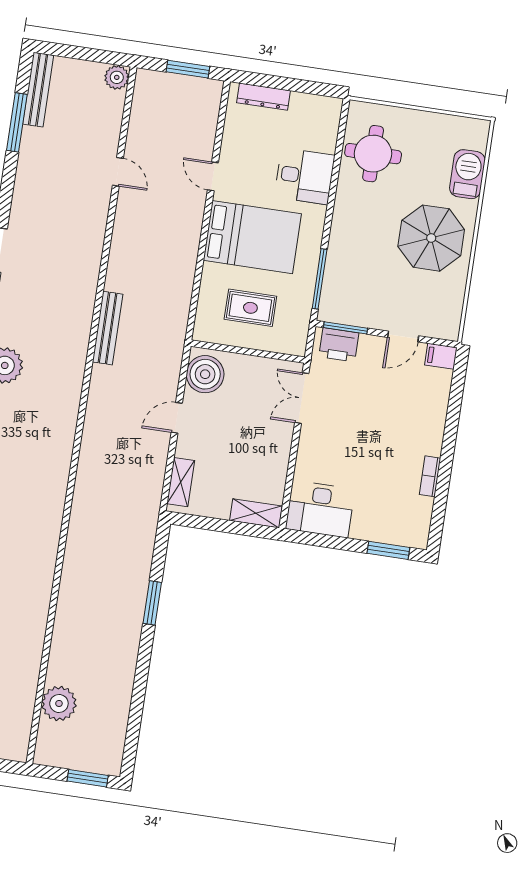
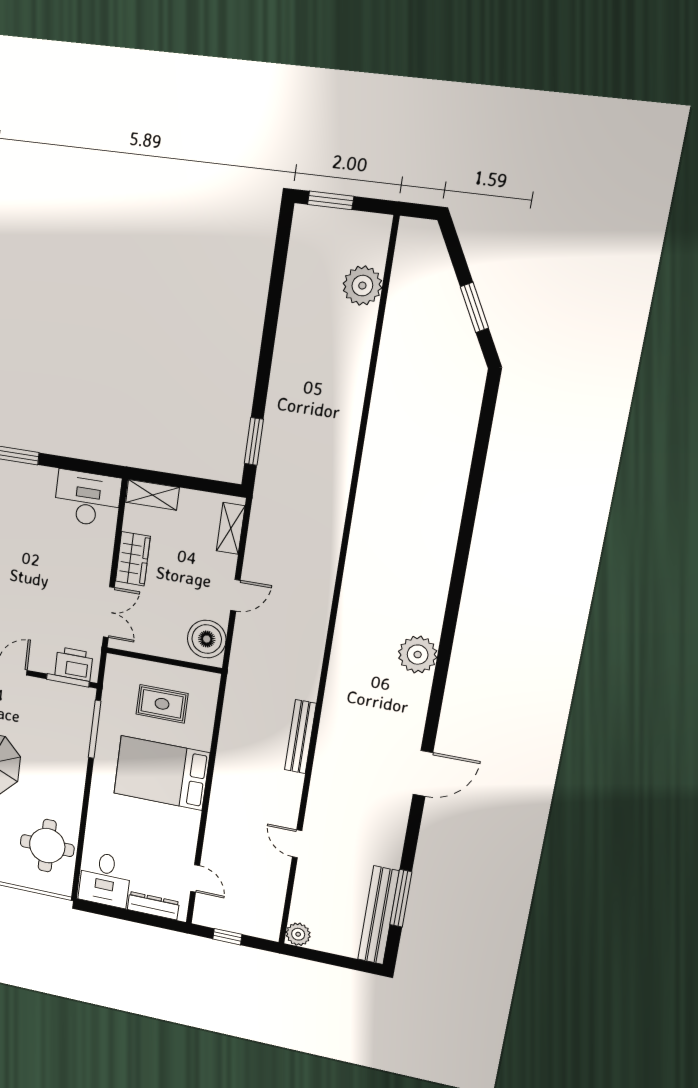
window: (188, 69) -> (227, 937), width x0.67
bench: (38, 90) -> (378, 915), width x1.37, depth x1.21
door: (213, 176) -> (195, 878), moved
desk: (305, 176) -> (105, 879), moved, turned -90
bench: (108, 328) -> (300, 737), moved
wardrobe: (277, 451) -> (133, 559), added
window: (152, 603) -> (254, 441), moved

